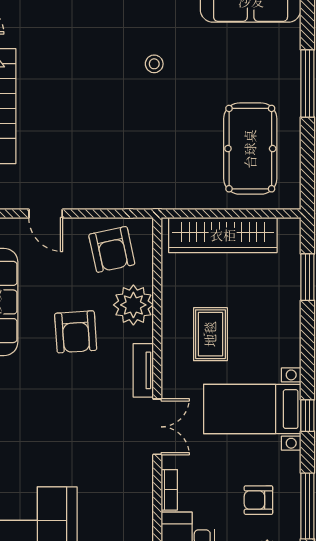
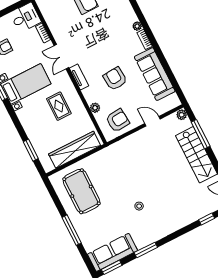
armchair: (112, 249) -> (118, 120), turned 97
plant: (133, 305) -> (95, 108), width x0.53, depth x0.53

